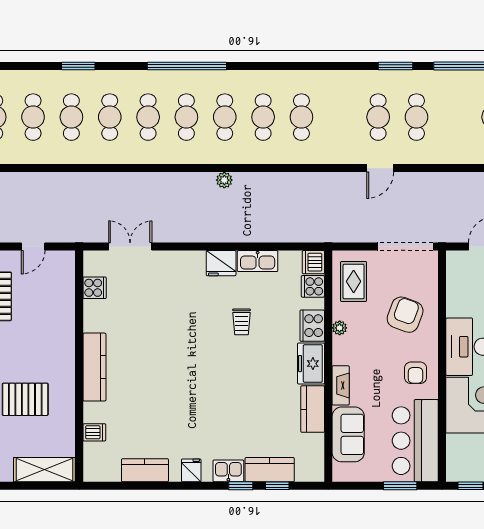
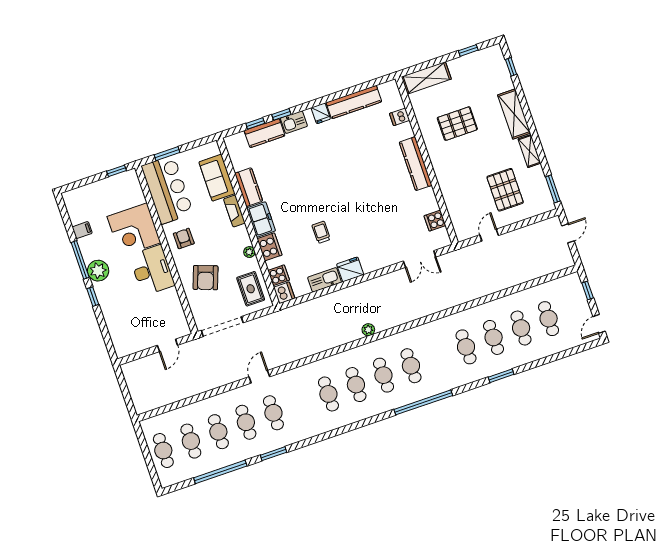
cafe table: (148, 117) -> (218, 432), moved
kitchen counter: (145, 470) -> (354, 102), width x1.50

